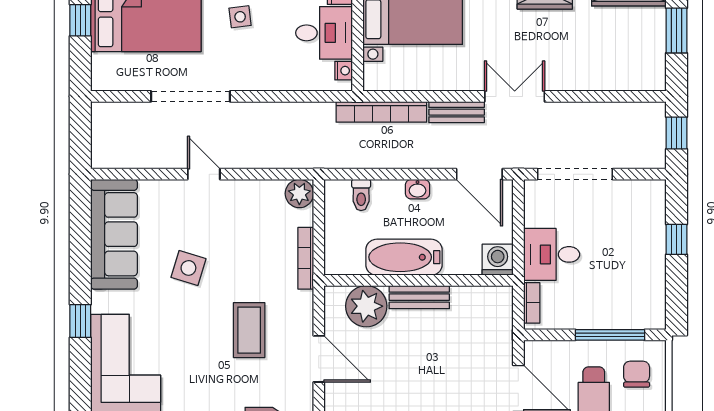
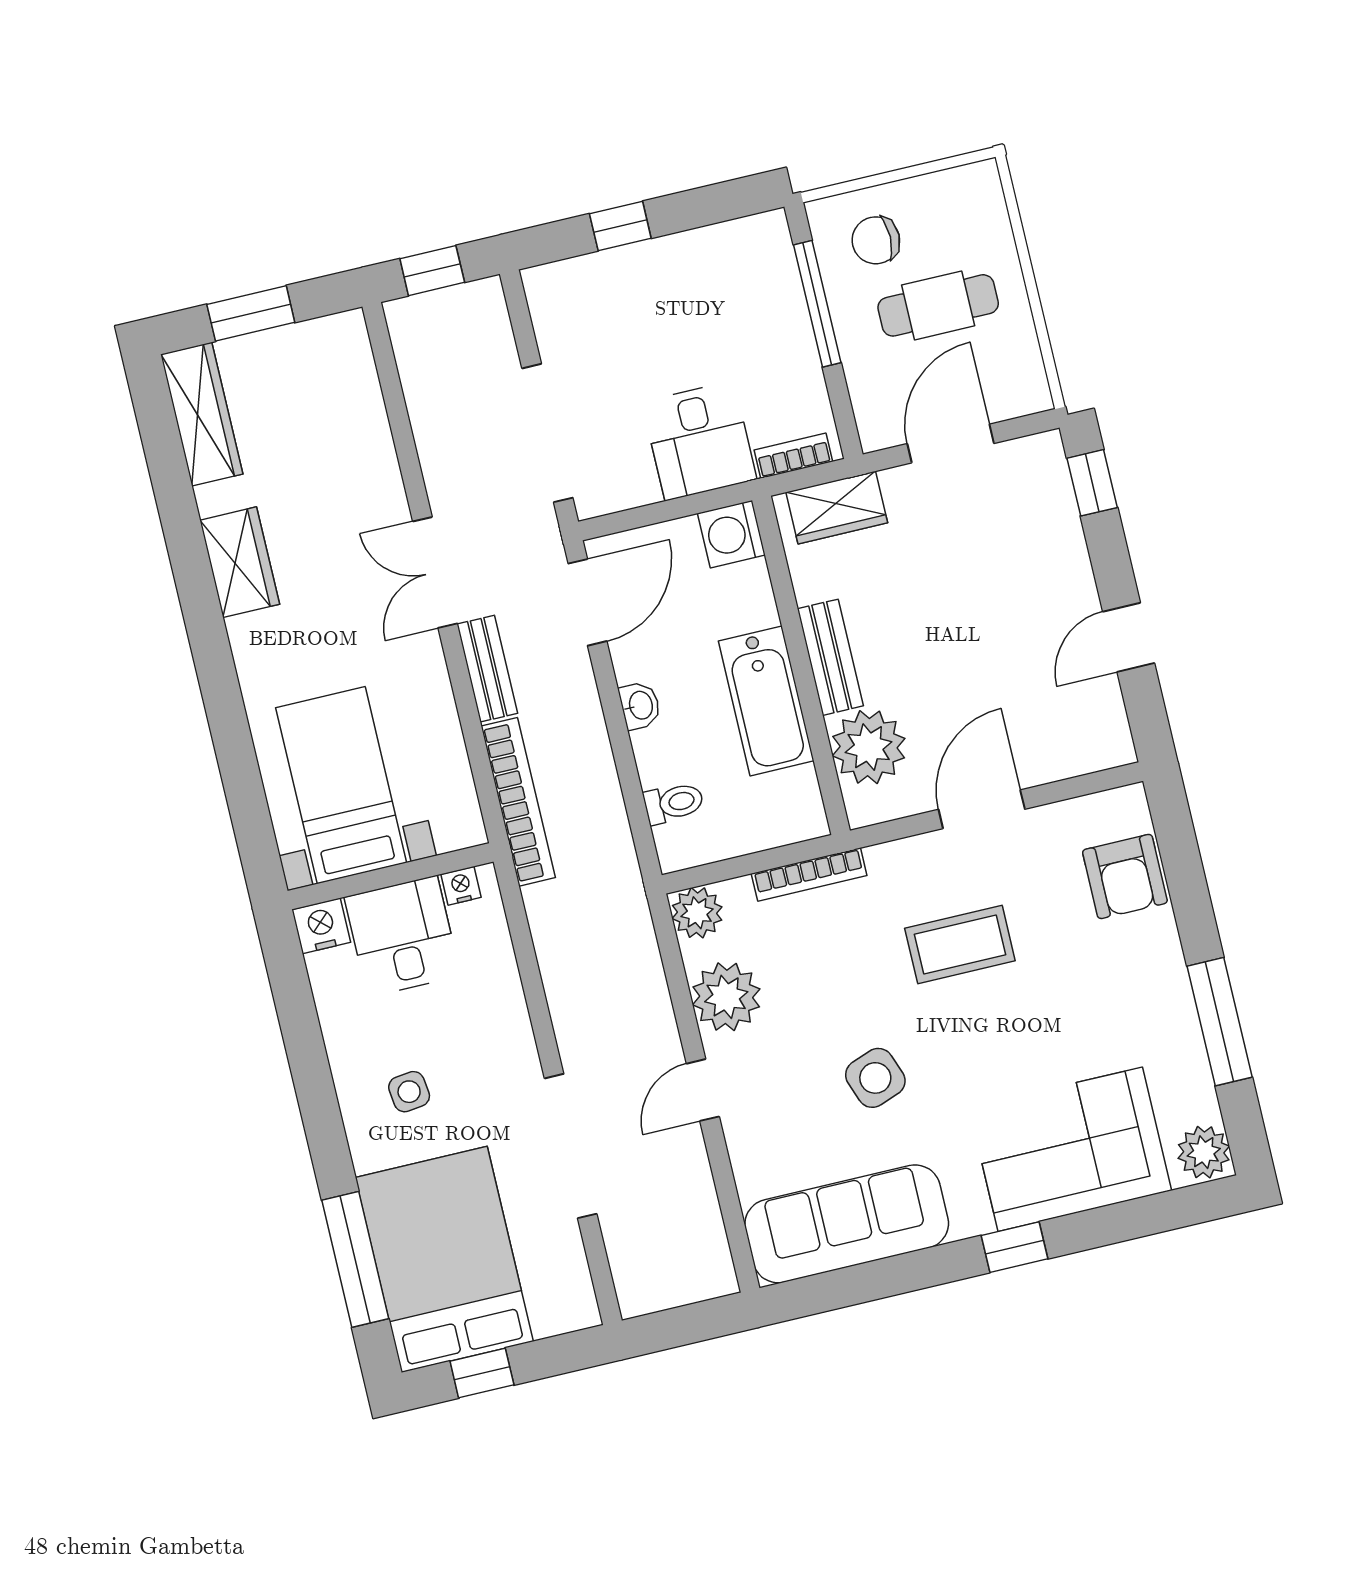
plant: (251, 198) -> (726, 997), added
side table: (188, 268) -> (875, 1078), turned -37
wardrobe: (499, 320) -> (837, 508), added

